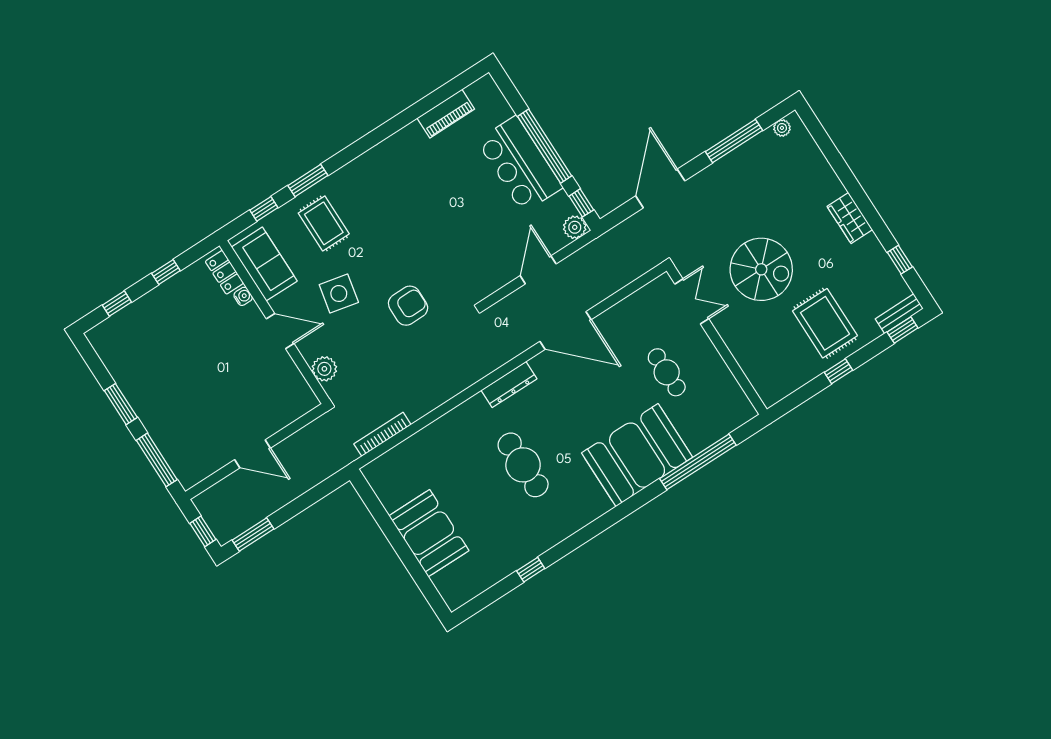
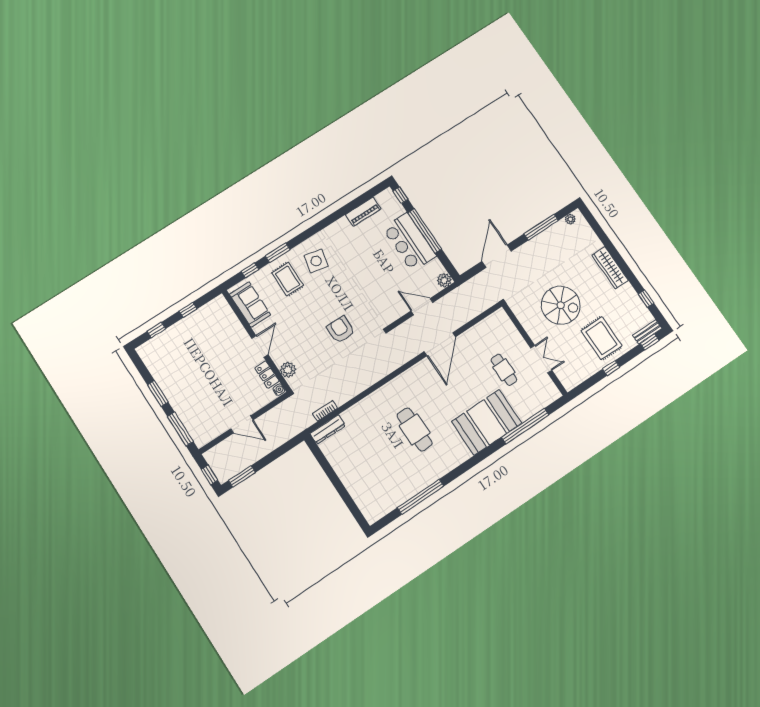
window: (581, 203) -> (400, 195), moved
wardrobe: (850, 218) -> (610, 268), width x1.50
door: (538, 270) -> (422, 307), hinge flipped
locker: (224, 272) -> (267, 375), moved
side table: (339, 294) -> (316, 261), moved
water cooler: (243, 296) -> (279, 390), moved
double door: (692, 301) -> (541, 359), moved
armchair: (408, 306) -> (341, 330), turned -90
door: (565, 330) -> (440, 344), hinge flipped
door: (280, 331) -> (260, 346), hinge flipped
dresser: (509, 385) -> (328, 429), moved
bookcase: (382, 434) -> (325, 411), width x0.64
booth: (429, 533) -> (355, 474), removed
window: (531, 570) -> (421, 497), width x3.17

